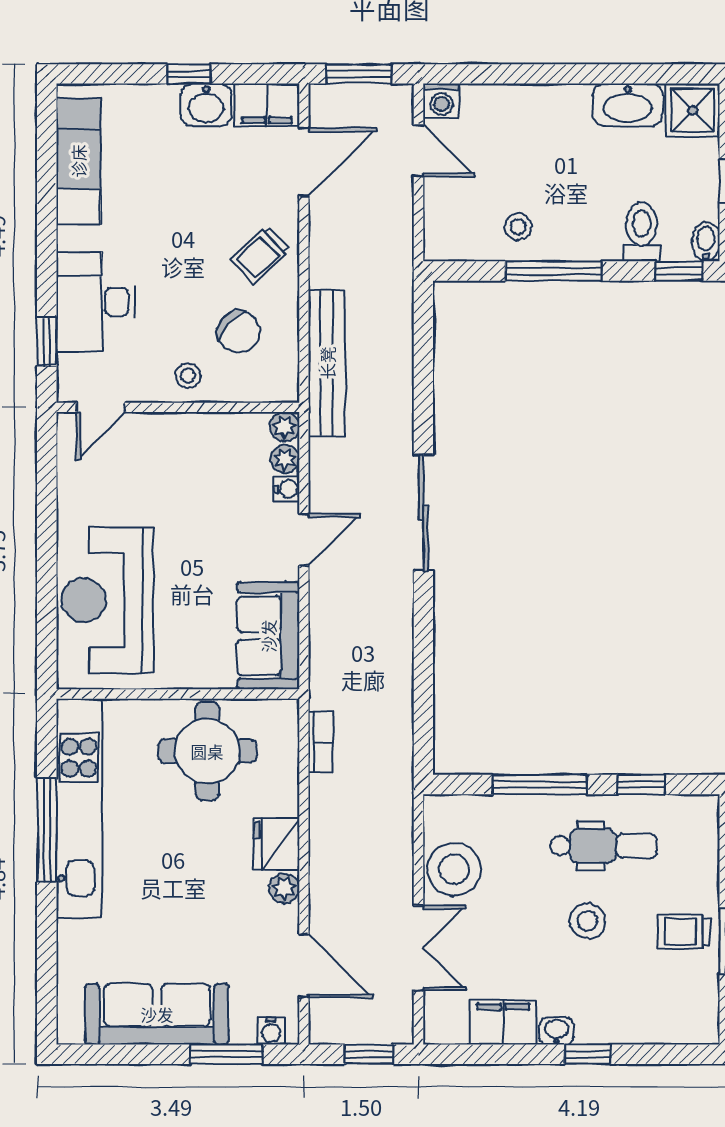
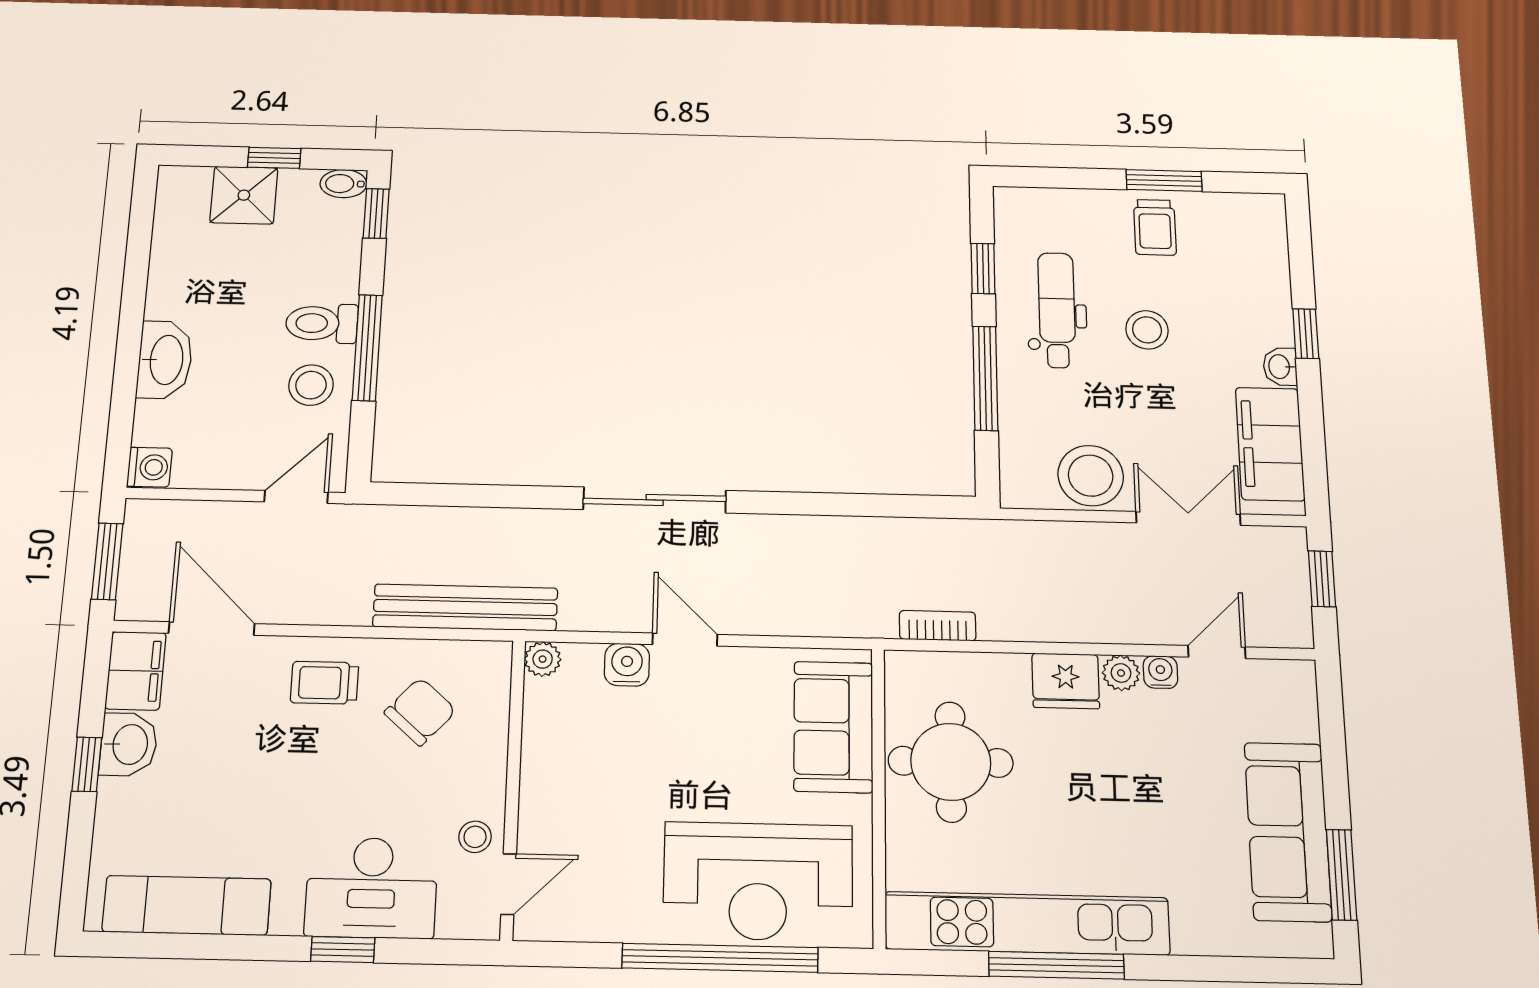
washbasin: (628, 105) -> (165, 360), moved
shower: (693, 110) -> (244, 195), moved
door: (418, 151) -> (296, 497), moved
stool: (518, 227) -> (311, 385), width x1.37, depth x1.37
toilet: (641, 232) -> (322, 323), moved
trolley: (261, 255) -> (324, 683), turned 134
window: (47, 342) -> (343, 950), moved
stool: (188, 376) -> (475, 837), moved
door: (101, 407) -> (509, 884), hinge flipped
plant: (285, 459) -> (583, 660), removed
water cooler: (286, 489) -> (627, 665), width x1.38, depth x1.38
window: (47, 572) -> (720, 958), added
sofa: (268, 636) -> (833, 727), moved, turned 90
door: (304, 966) -> (1217, 652), width x0.73
filing cabinet: (503, 1022) -> (1270, 444), width x1.50, depth x1.17
water cooler: (271, 1031) -> (1160, 672), moved, turned -90
window: (226, 1054) -> (1342, 875), moved

